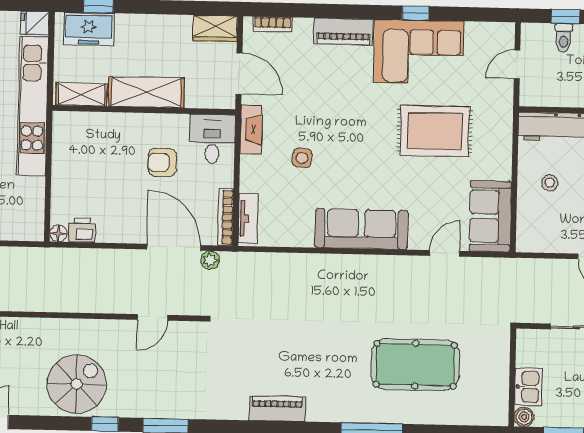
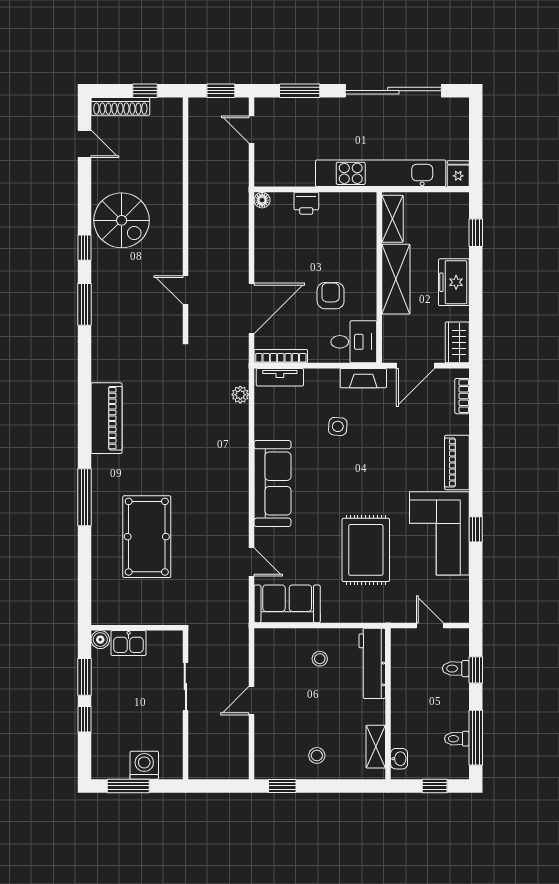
freezer: (89, 29) -> (454, 282), moved
printer: (82, 230) -> (306, 203), moved, turned 90
plant: (210, 260) -> (240, 395), moved
piano: (277, 409) -> (107, 418), width x1.37, depth x1.33

